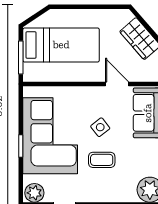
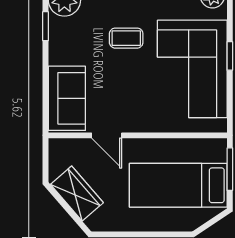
side table: (100, 127) -> (128, 80), removed

